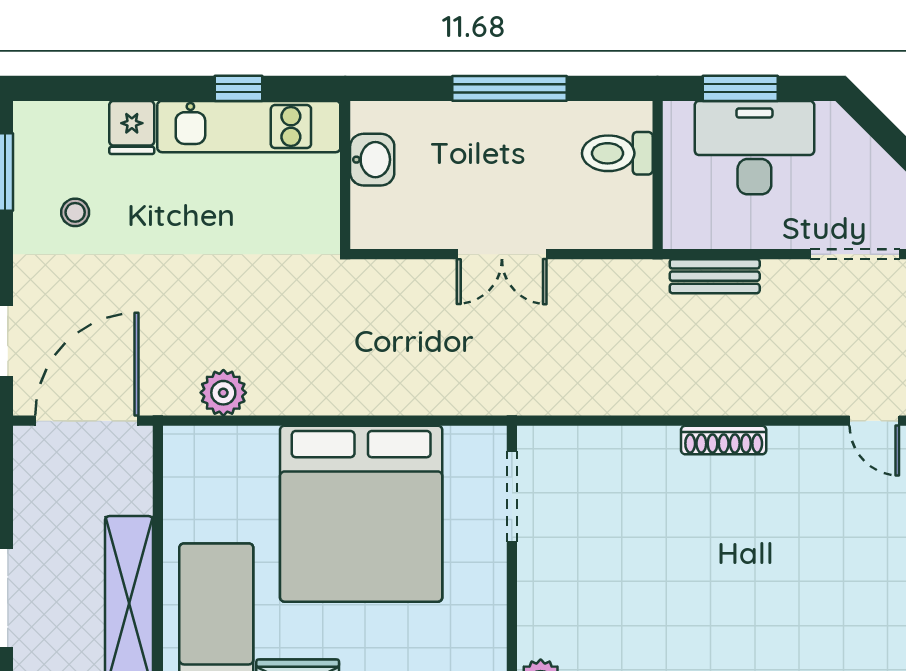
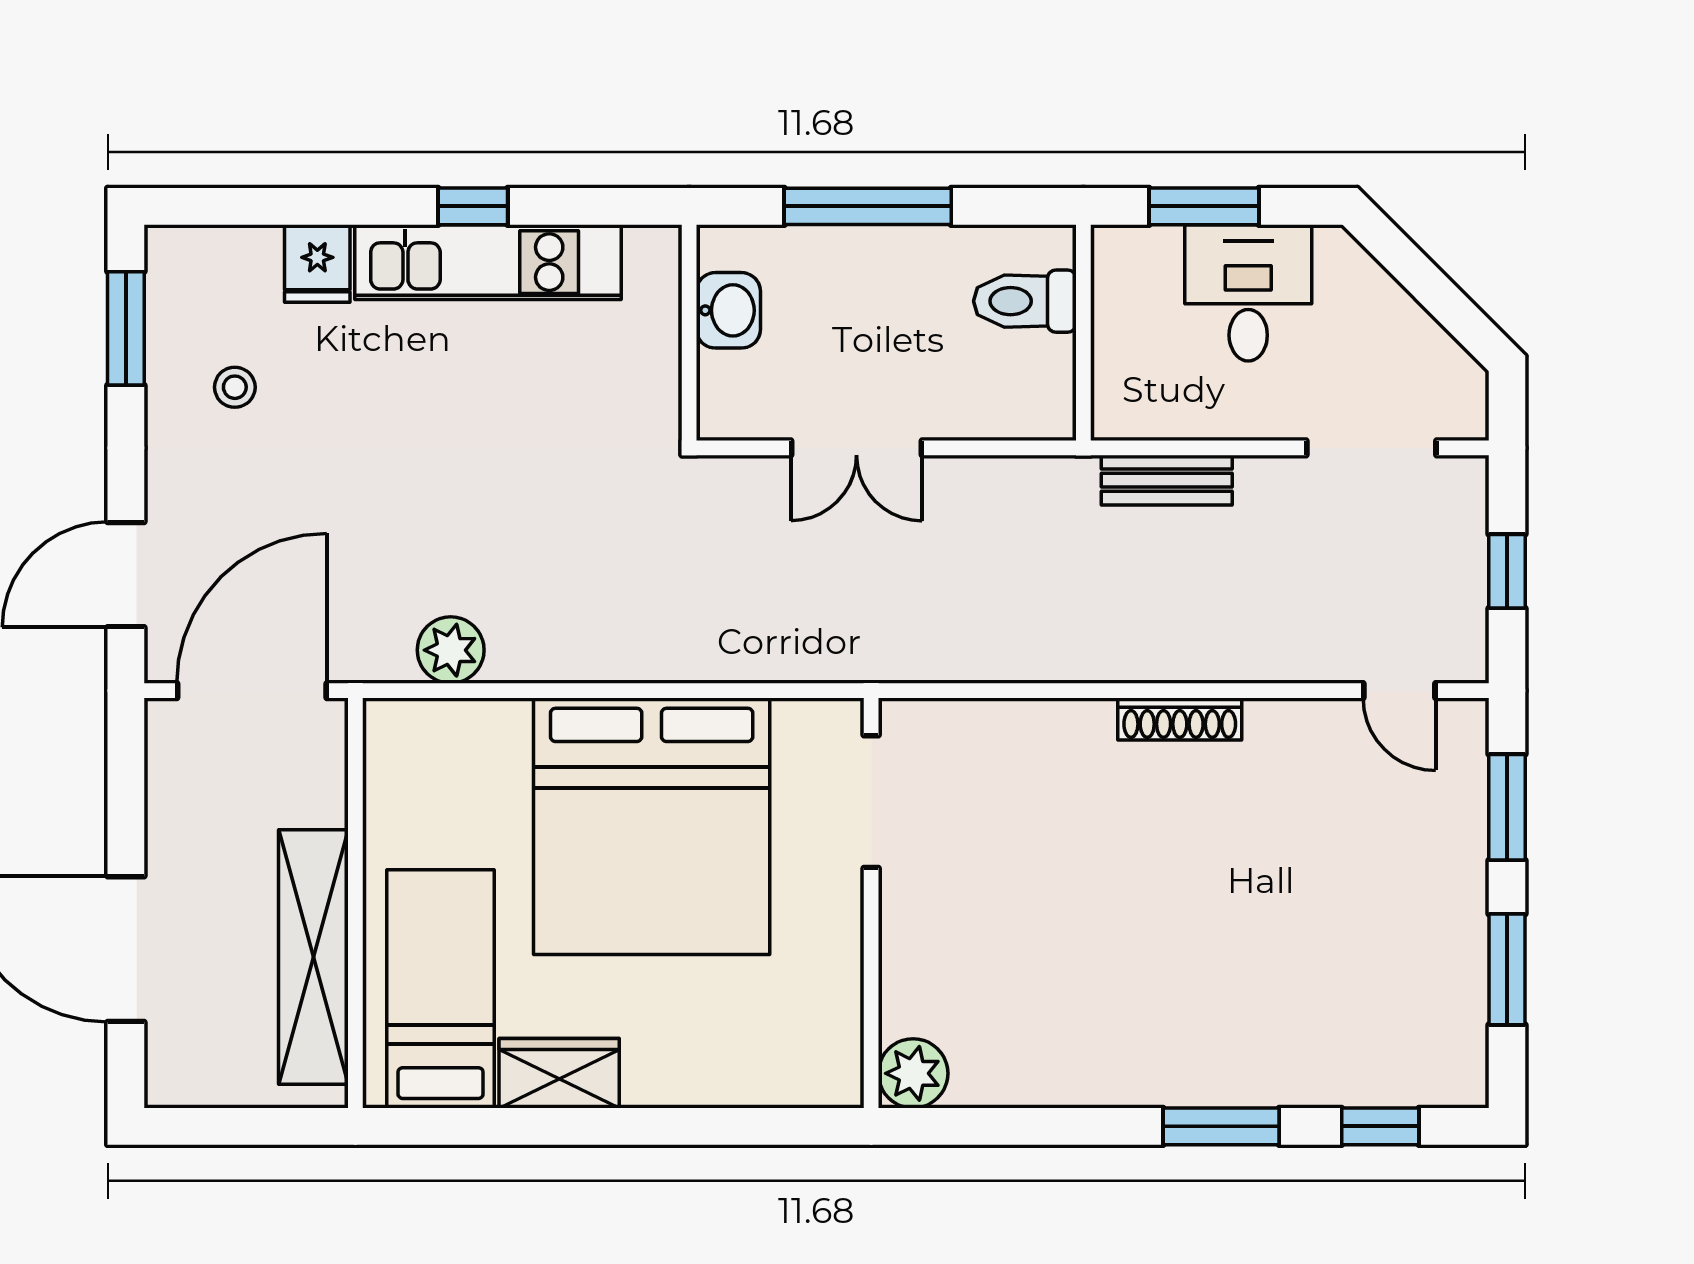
desk: (754, 148) -> (1248, 293), width x0.73
washbasin: (372, 160) -> (728, 310), moved
wall: (345, 175) -> (689, 333), moved

